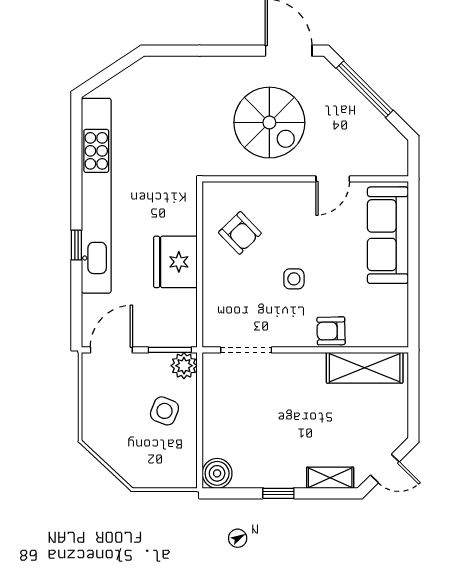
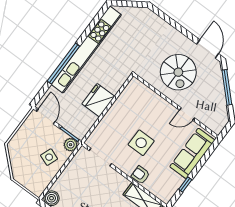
armchair: (240, 233) -> (133, 108), removed
window: (76, 245) -> (63, 64), width x3.17
side table: (294, 279) -> (141, 143), width x1.87, depth x1.87
window: (413, 293) -> (185, 184), added
door: (111, 350) -> (46, 116), hinge flipped

